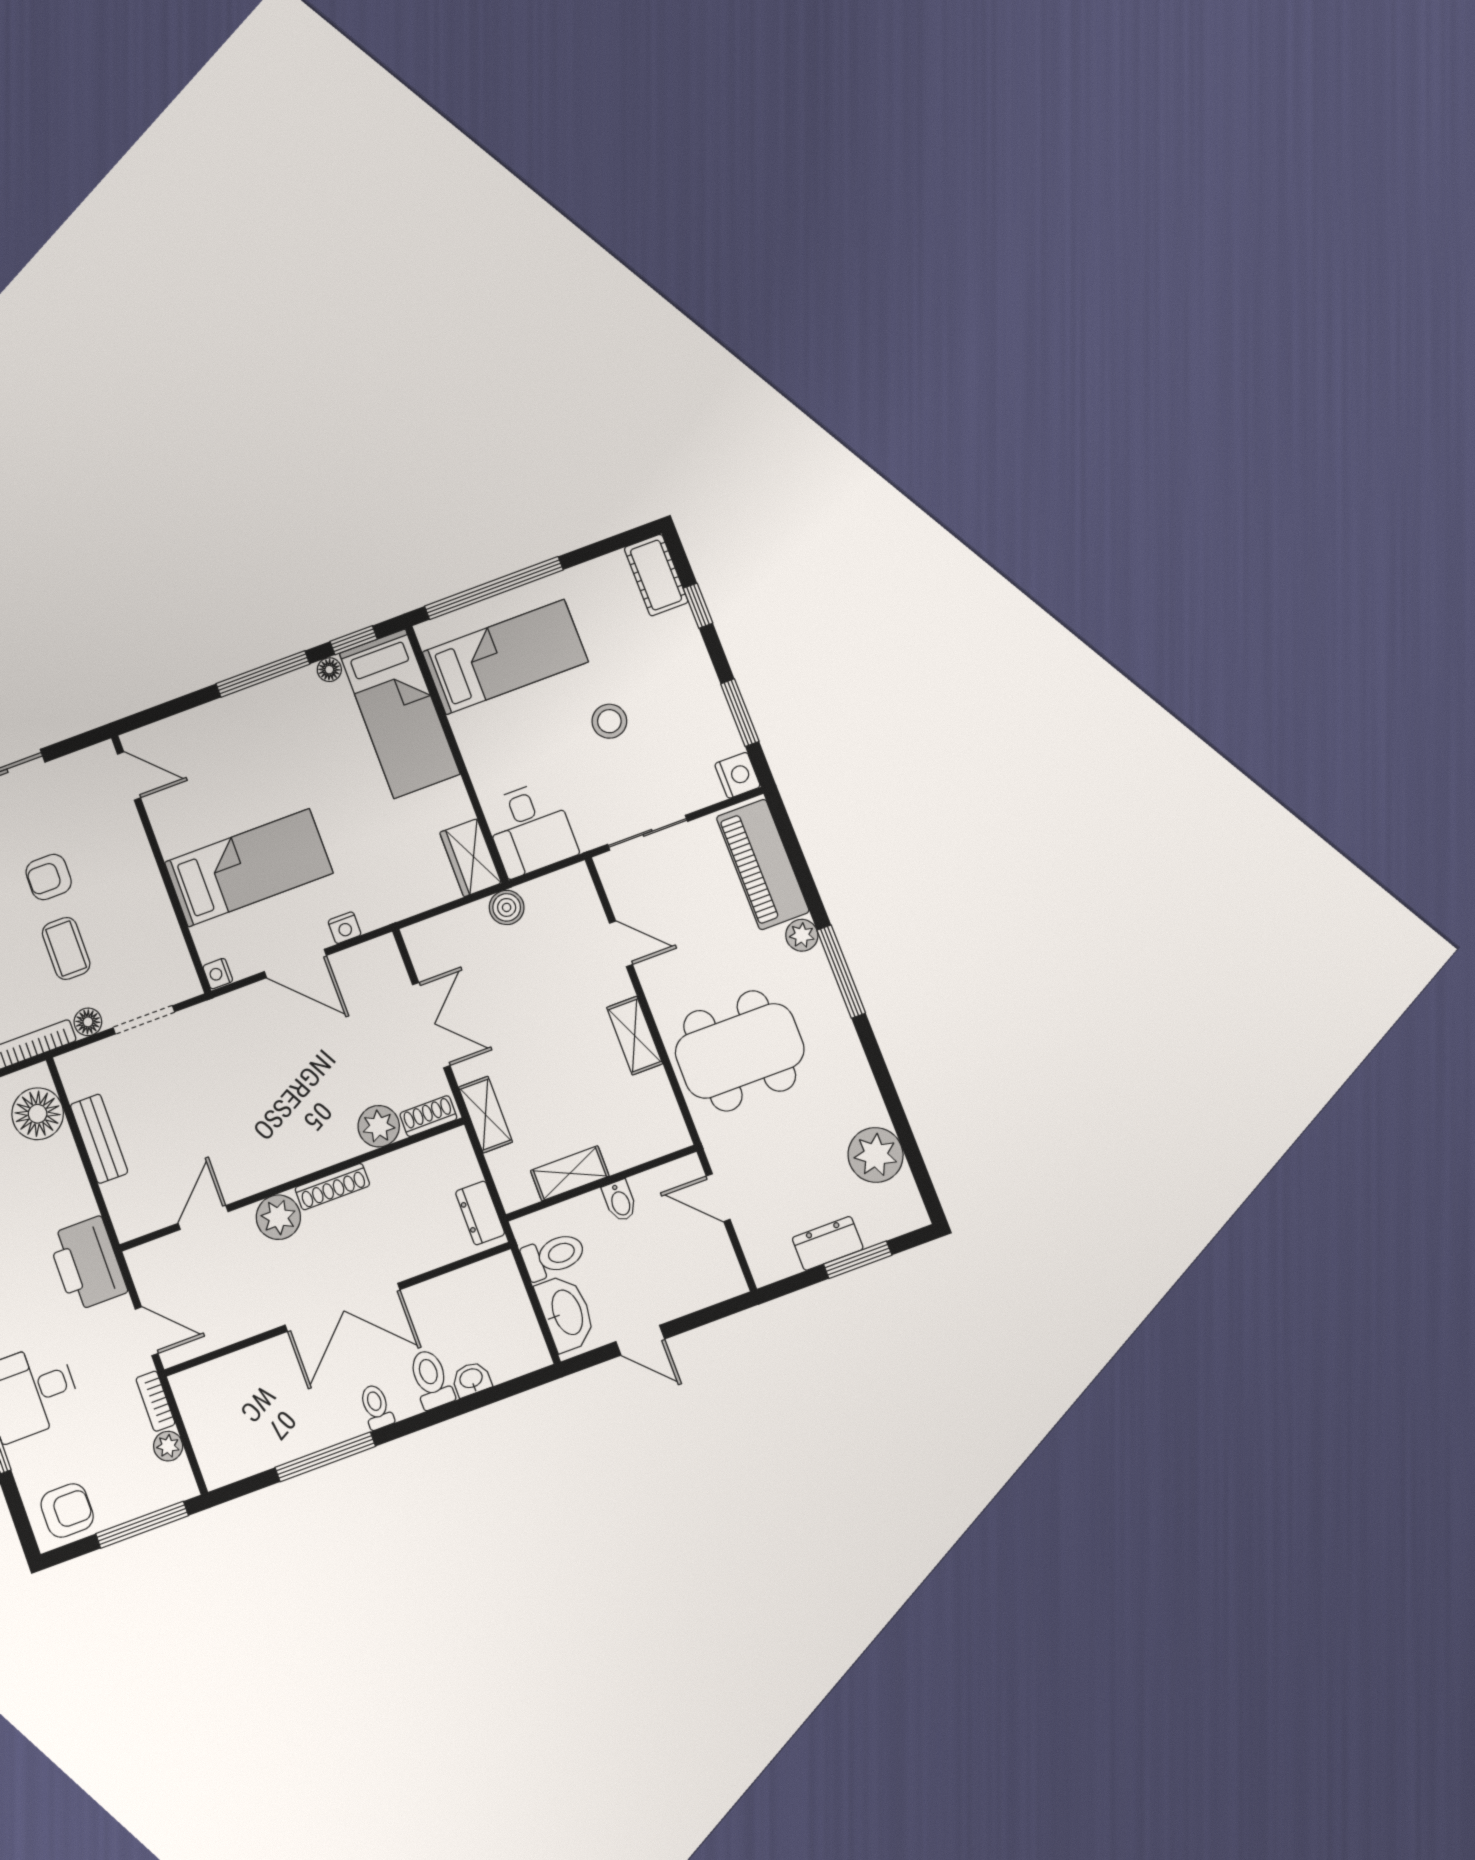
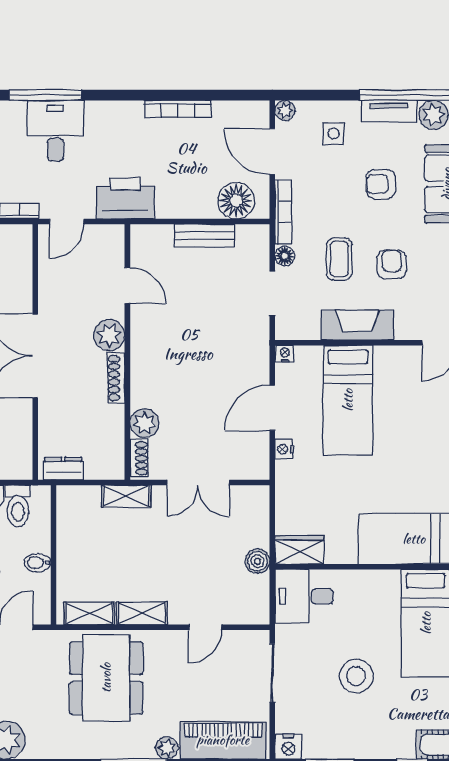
stool: (609, 721) -> (356, 676), width x1.38, depth x1.38
fireplace: (145, 892) -> (358, 325), added
coffee table: (66, 948) -> (339, 259), turned 90
shelving: (570, 1173) -> (89, 613), moved, turned 90

